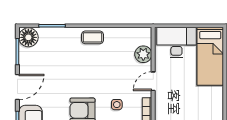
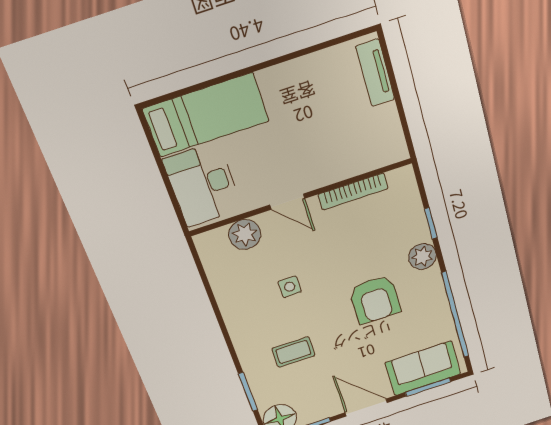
coffee table: (93, 37) -> (293, 352), moved, turned 90
side table: (117, 105) -> (290, 287), moved

